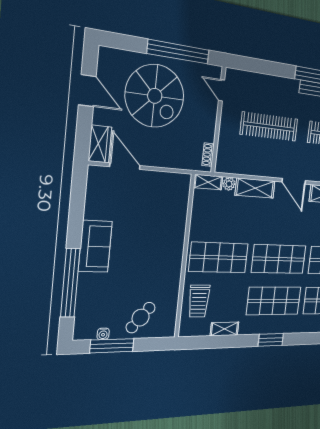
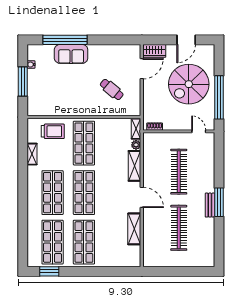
door: (222, 90) -> (199, 131), hinge flipped
door: (294, 181) -> (142, 197), swing flipped
sofa: (95, 246) -> (71, 54), moved
trolley: (199, 301) -> (53, 131), turned 180
cafe table: (141, 318) -> (112, 90), moved
window: (271, 340) -> (23, 194), removed
window: (112, 346) -> (23, 82), moved

